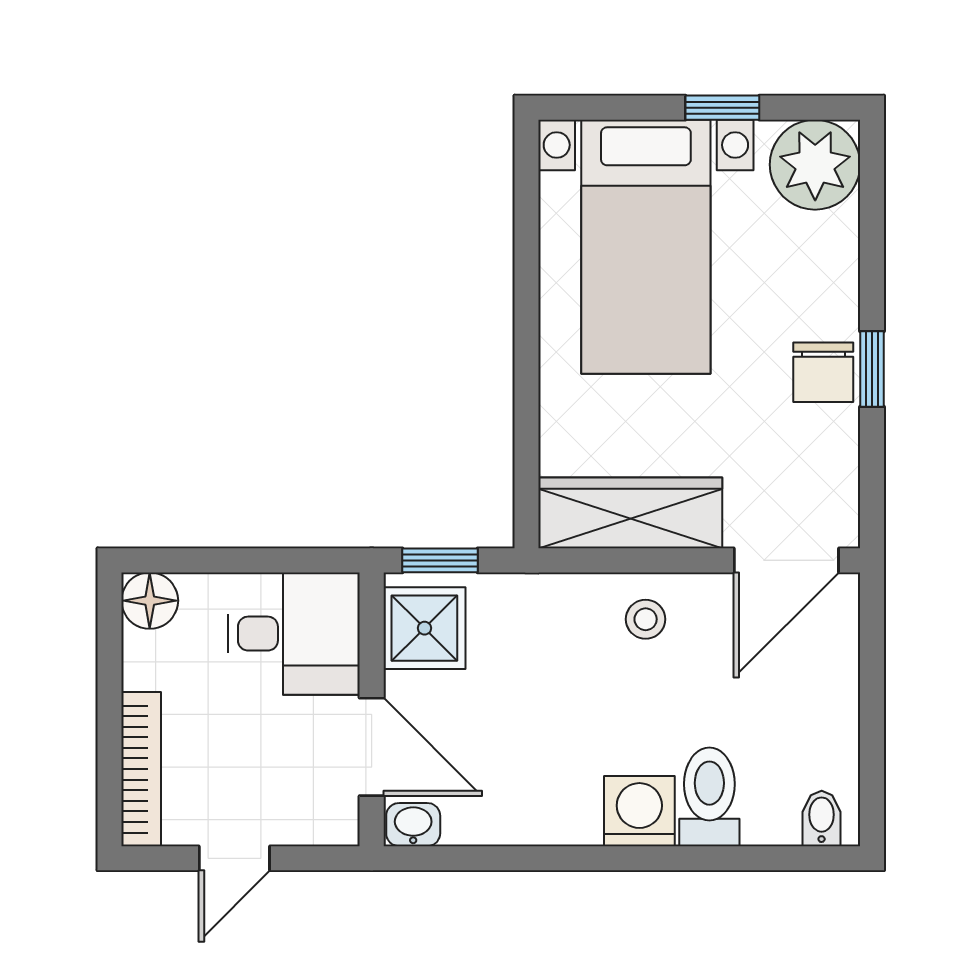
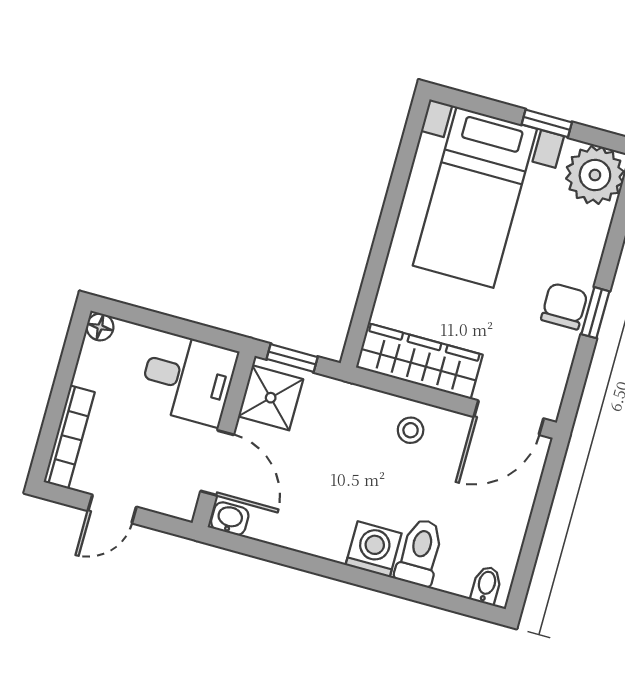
chair: (823, 372) -> (564, 306), turned 180
floor lamp: (150, 601) -> (100, 327), width x0.73, depth x0.73

